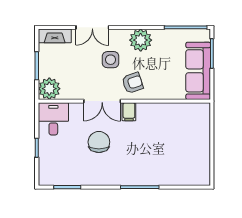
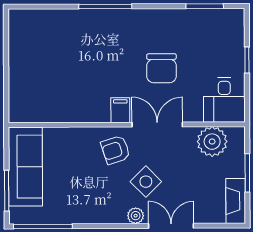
fireplace: (55, 36) -> (236, 201), moved, turned -90
plant: (141, 40) -> (136, 216), moved, width x0.53, depth x0.53
side table: (111, 60) -> (146, 182), turned 45
plant: (49, 89) -> (212, 142), moved

